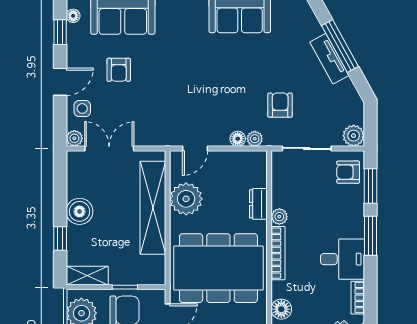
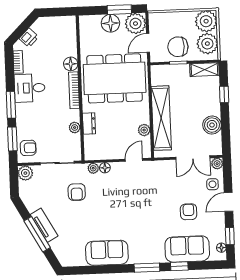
plant: (186, 199) -> (144, 130), width x0.53, depth x0.53
boiler: (79, 211) -> (212, 125), moved
plant: (279, 217) -> (75, 128), moved
floor lamp: (281, 309) -> (71, 64), moved

